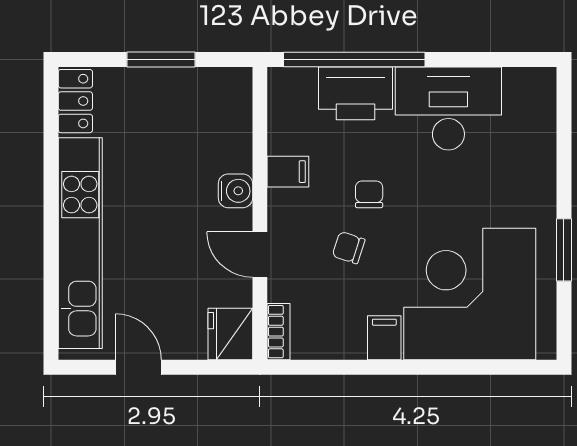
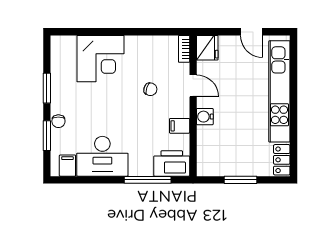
window: (354, 59) -> (148, 180), width x0.68
printer: (356, 93) -> (172, 163), moved
window: (564, 151) -> (47, 136), added
chair: (369, 194) -> (58, 121), moved
corner desk: (470, 294) -> (100, 59), width x0.74, depth x0.74
filing cabinet: (384, 338) -> (67, 166), moved, turned 180

